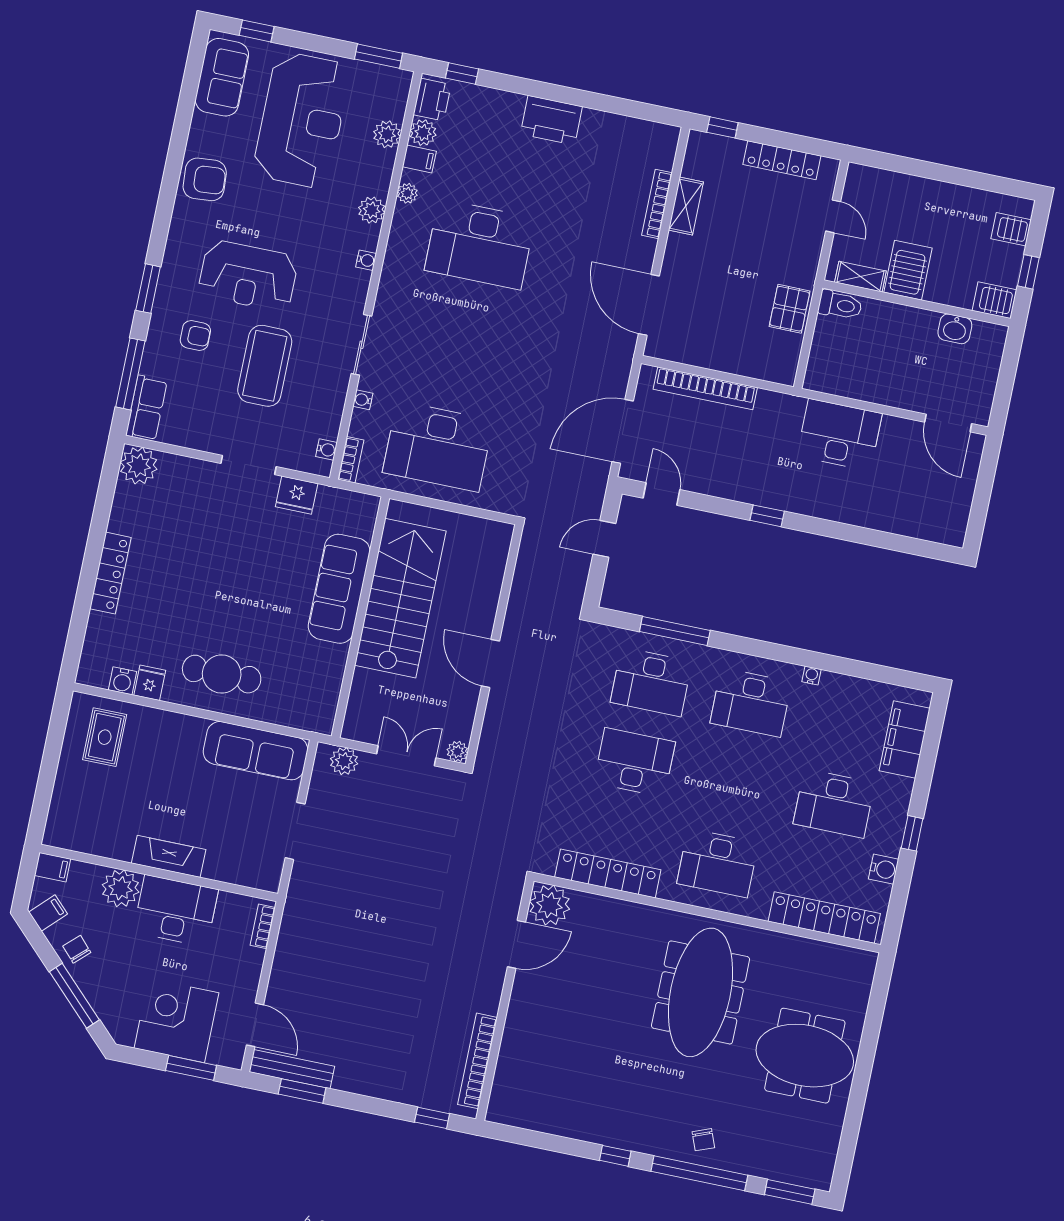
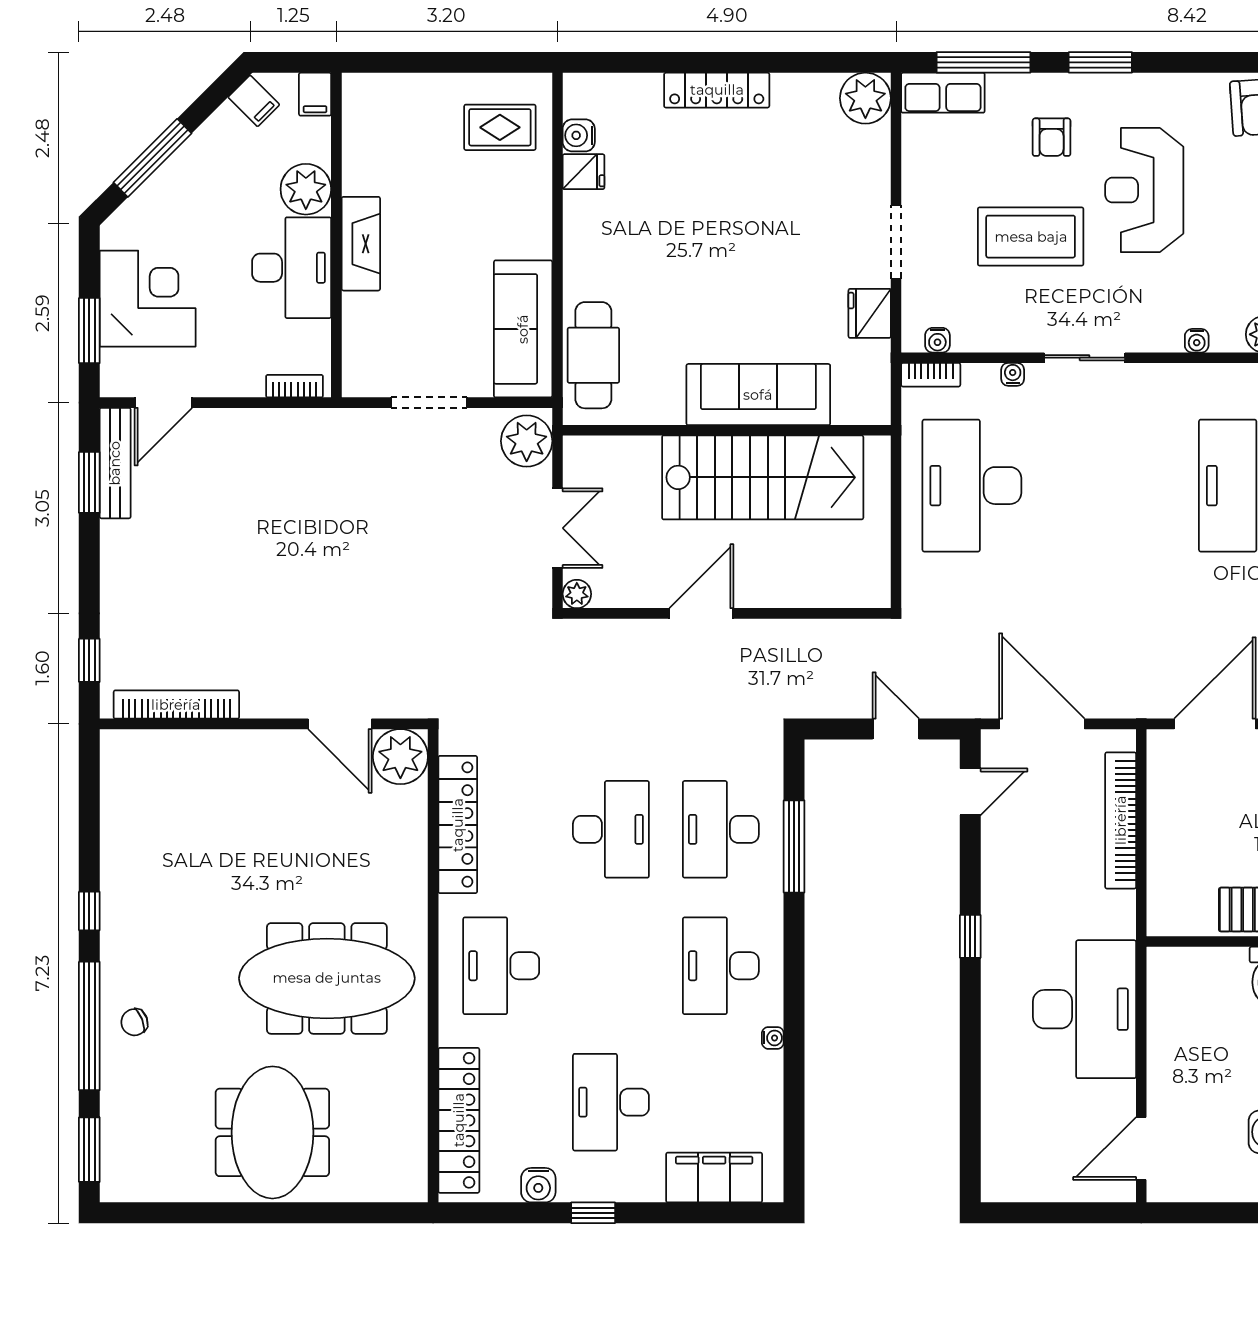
desk: (839, 435) -> (1084, 1009), width x1.36, depth x1.30
cafe table: (222, 674) -> (593, 355), moved
plant: (344, 761) -> (527, 441), width x1.36, depth x1.36
chair: (77, 949) -> (214, 148), removed

